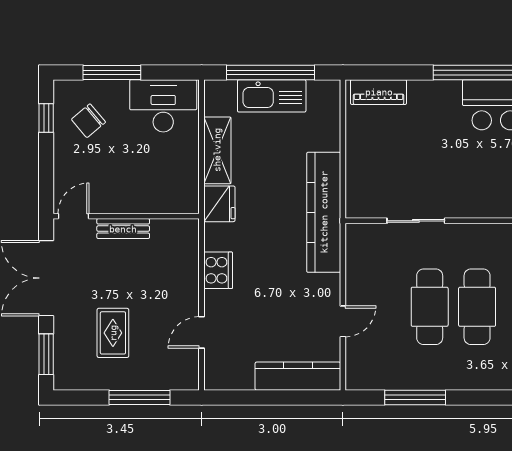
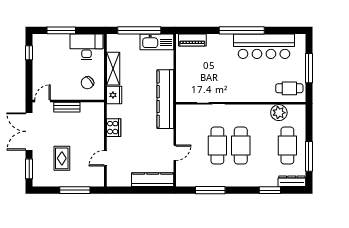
kitchen sink: (272, 96) -> (157, 42), moved
chair: (88, 121) -> (87, 83), moved

